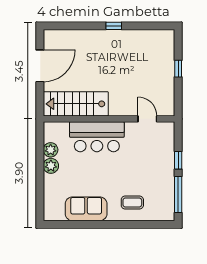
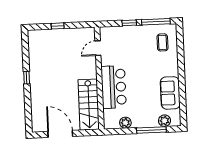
plant: (51, 166) -> (165, 121), moved
window: (40, 183) -> (151, 130), added
coffee table: (132, 203) -> (162, 42), moved

